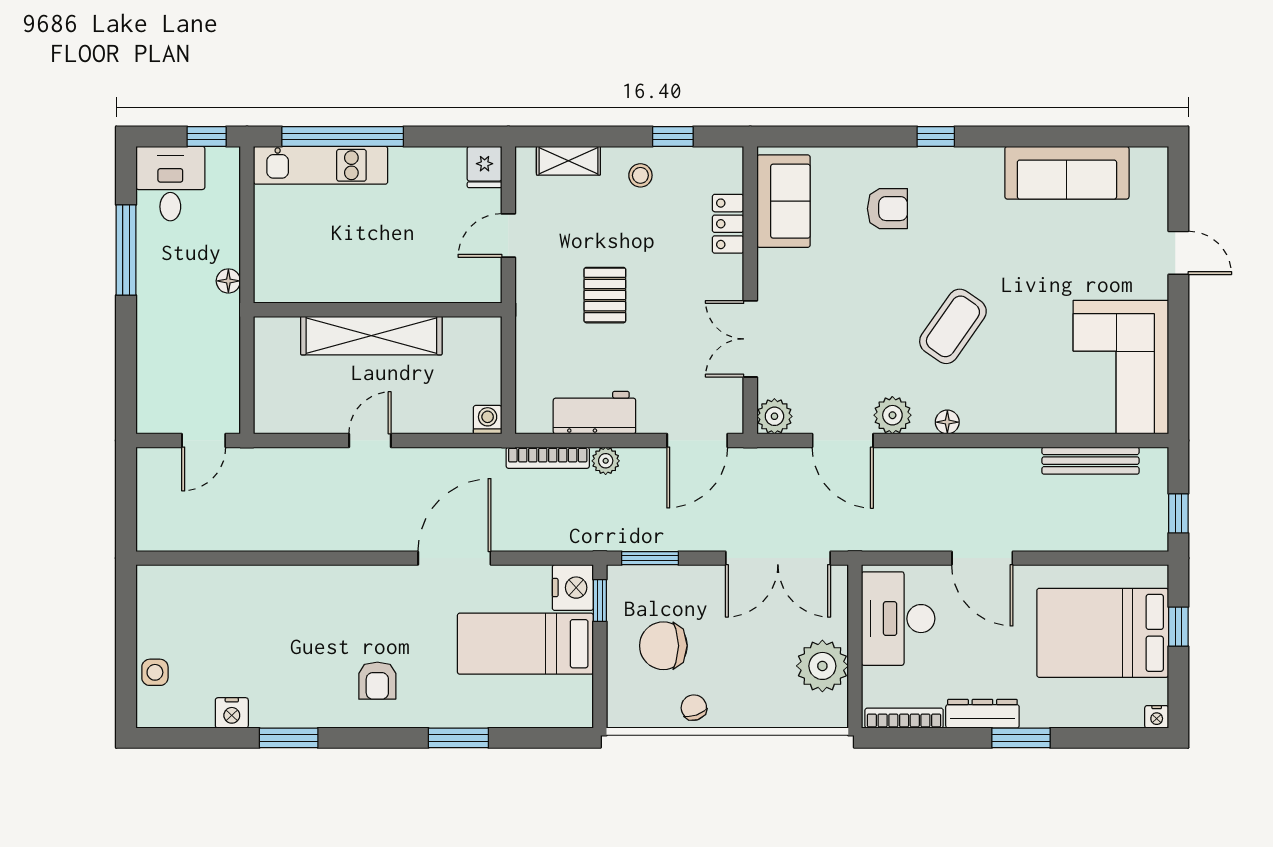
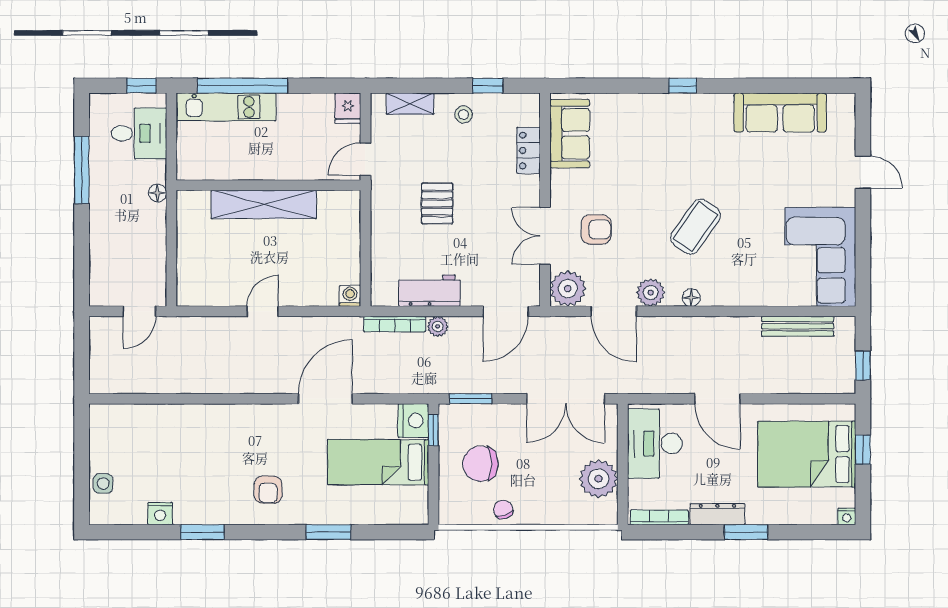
desk: (170, 184) -> (139, 133), moved, turned 90
armchair: (887, 209) -> (596, 229), moved
wall: (378, 310) -> (268, 185), moved
shelving: (371, 336) -> (264, 204), moved
plant: (774, 416) -> (568, 289), width x1.36, depth x1.36

